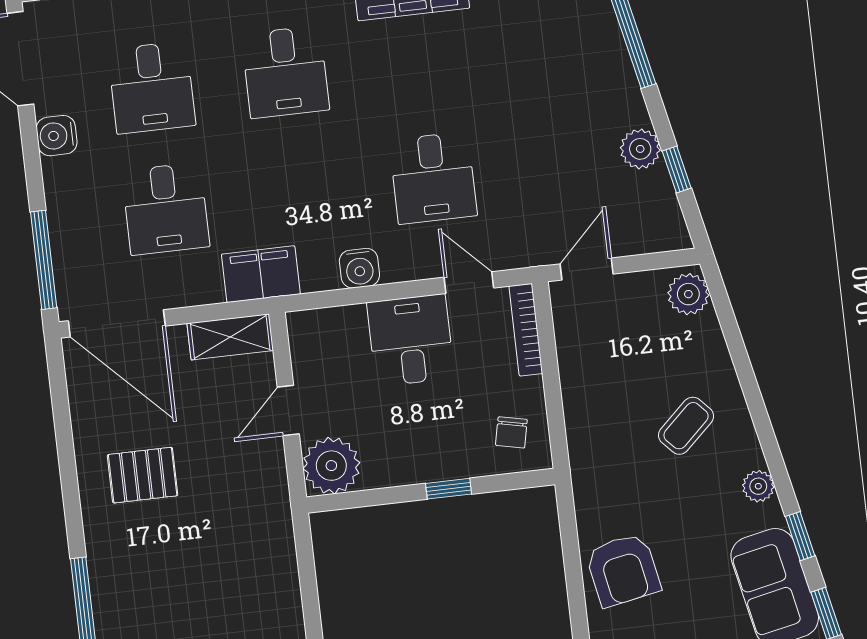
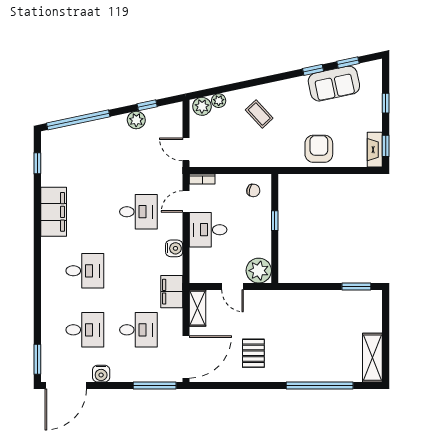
bookcase: (526, 330) -> (202, 179), width x0.64
plant: (758, 486) -> (219, 101), moved
armchair: (623, 570) -> (319, 149), turned -79

